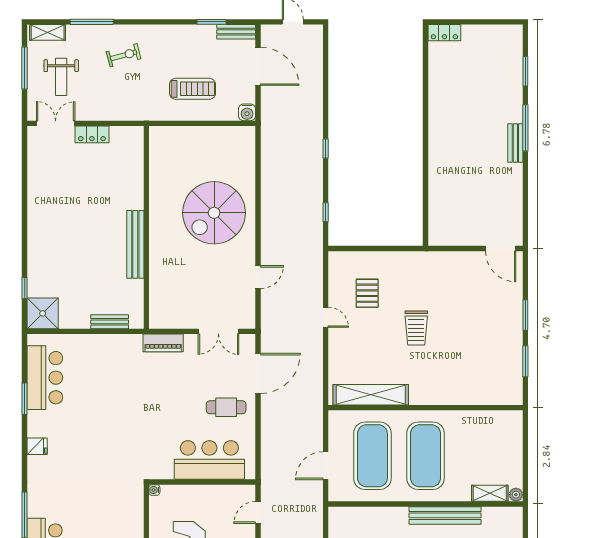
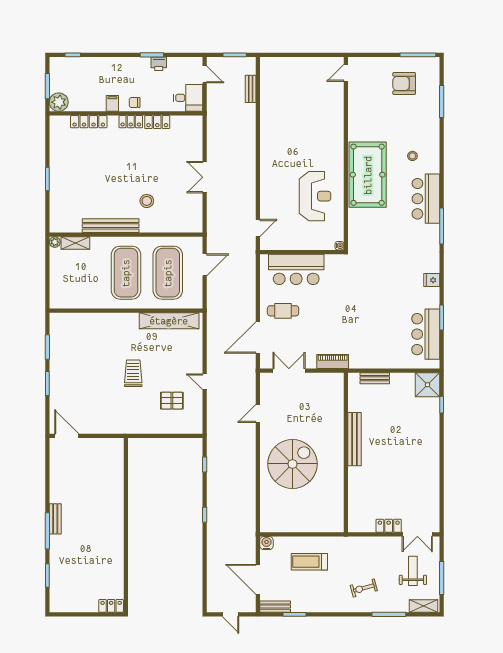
pallet: (367, 293) -> (172, 401), turned 90

